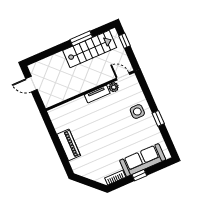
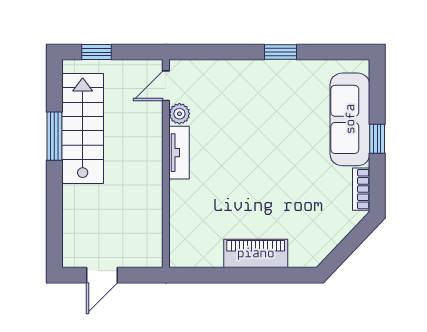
side table: (137, 112) -> (249, 88), removed

